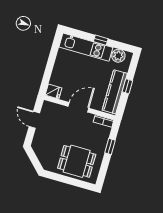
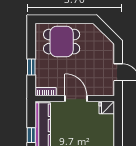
door: (78, 107) -> (76, 99), swing flipped

